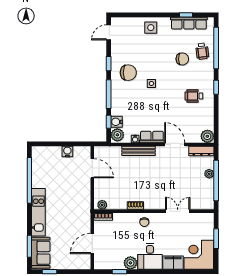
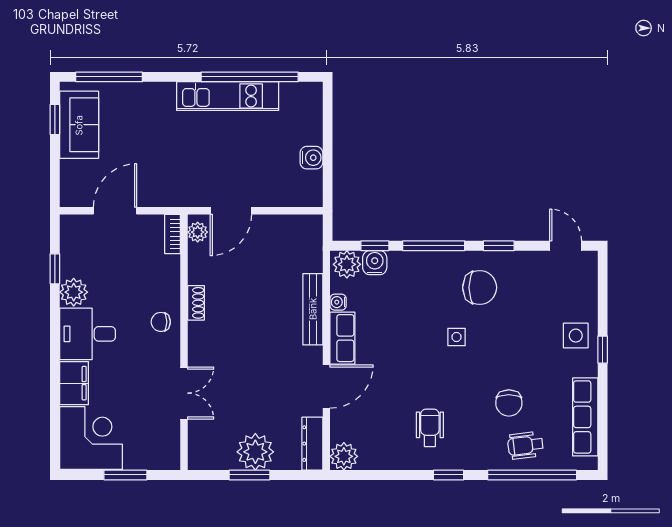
window: (186, 15) -> (603, 350), moved
chair: (128, 73) -> (480, 288), turned -90
door: (92, 168) -> (231, 211), moved
plant: (209, 174) -> (255, 452), width x1.88, depth x1.88
window: (216, 180) -> (250, 475), width x0.47
kitchen unit: (38, 212) -> (228, 96), moved
door: (92, 244) -> (115, 211), hinge flipped
window: (29, 246) -> (109, 77), width x1.44
sofa: (41, 253) -> (79, 125), moved, turned -90

